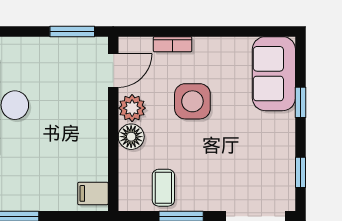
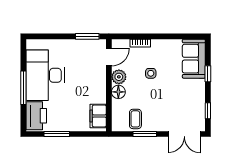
side table: (192, 101) -> (151, 73), width x0.54, depth x0.54
filing cabinet: (93, 193) -> (98, 116), width x2.00

